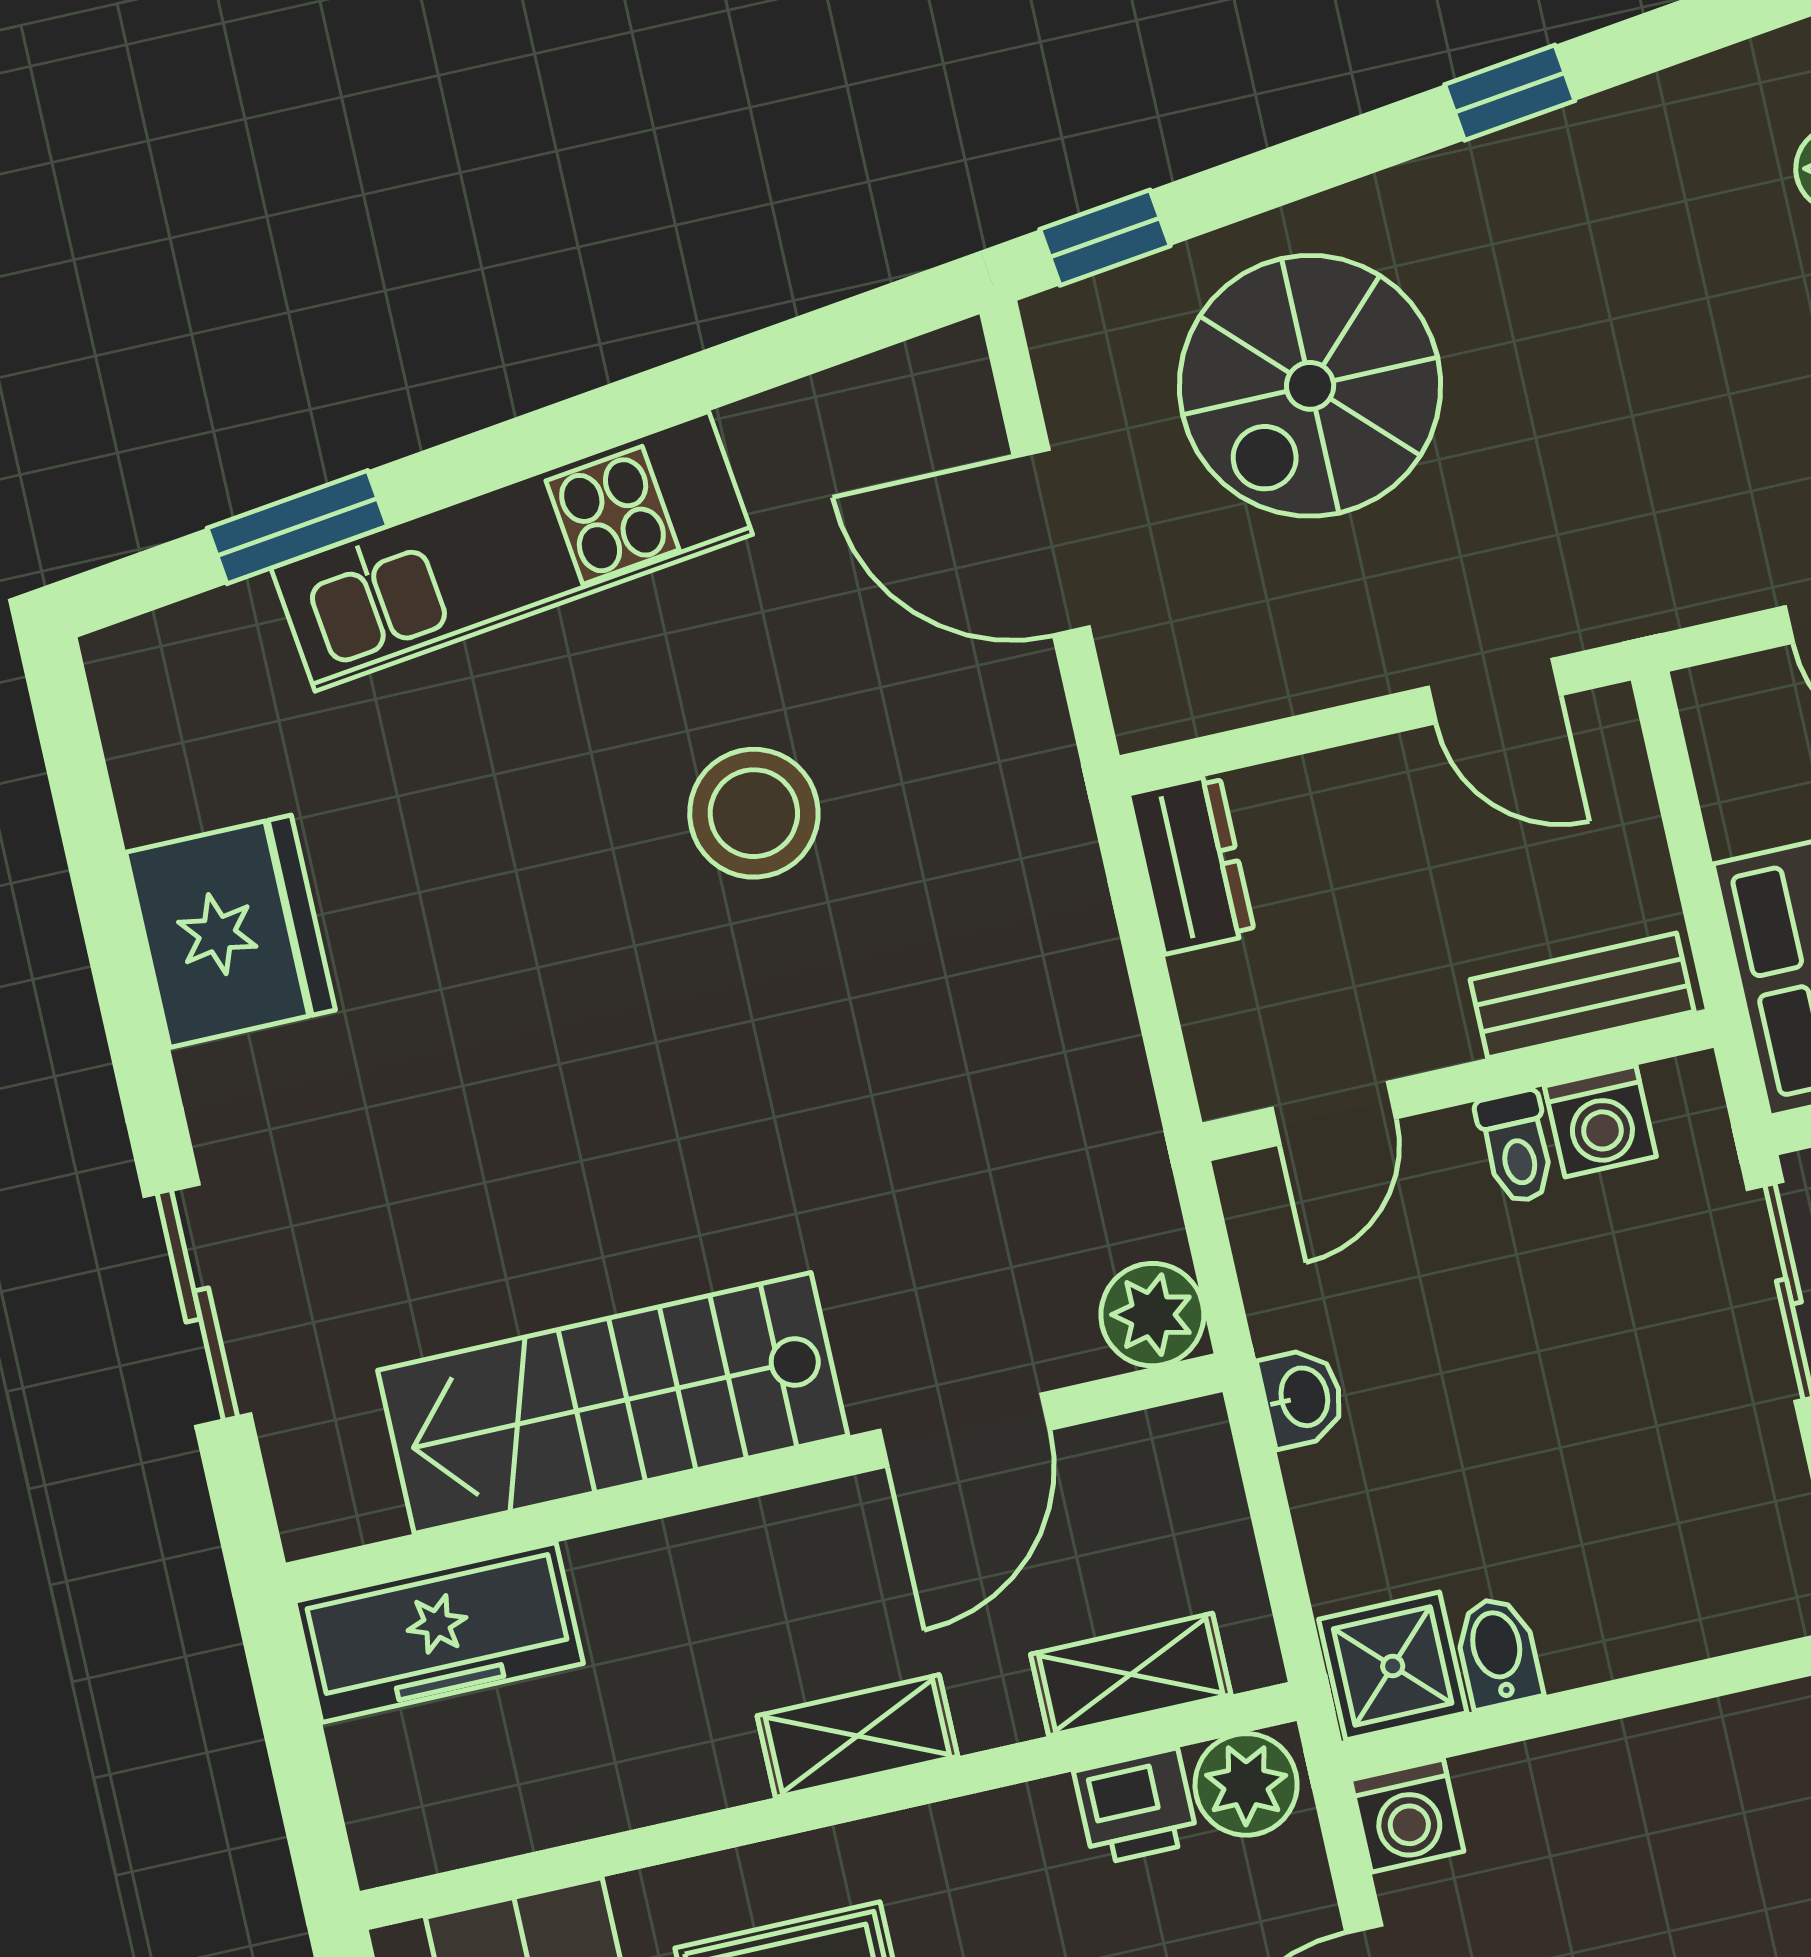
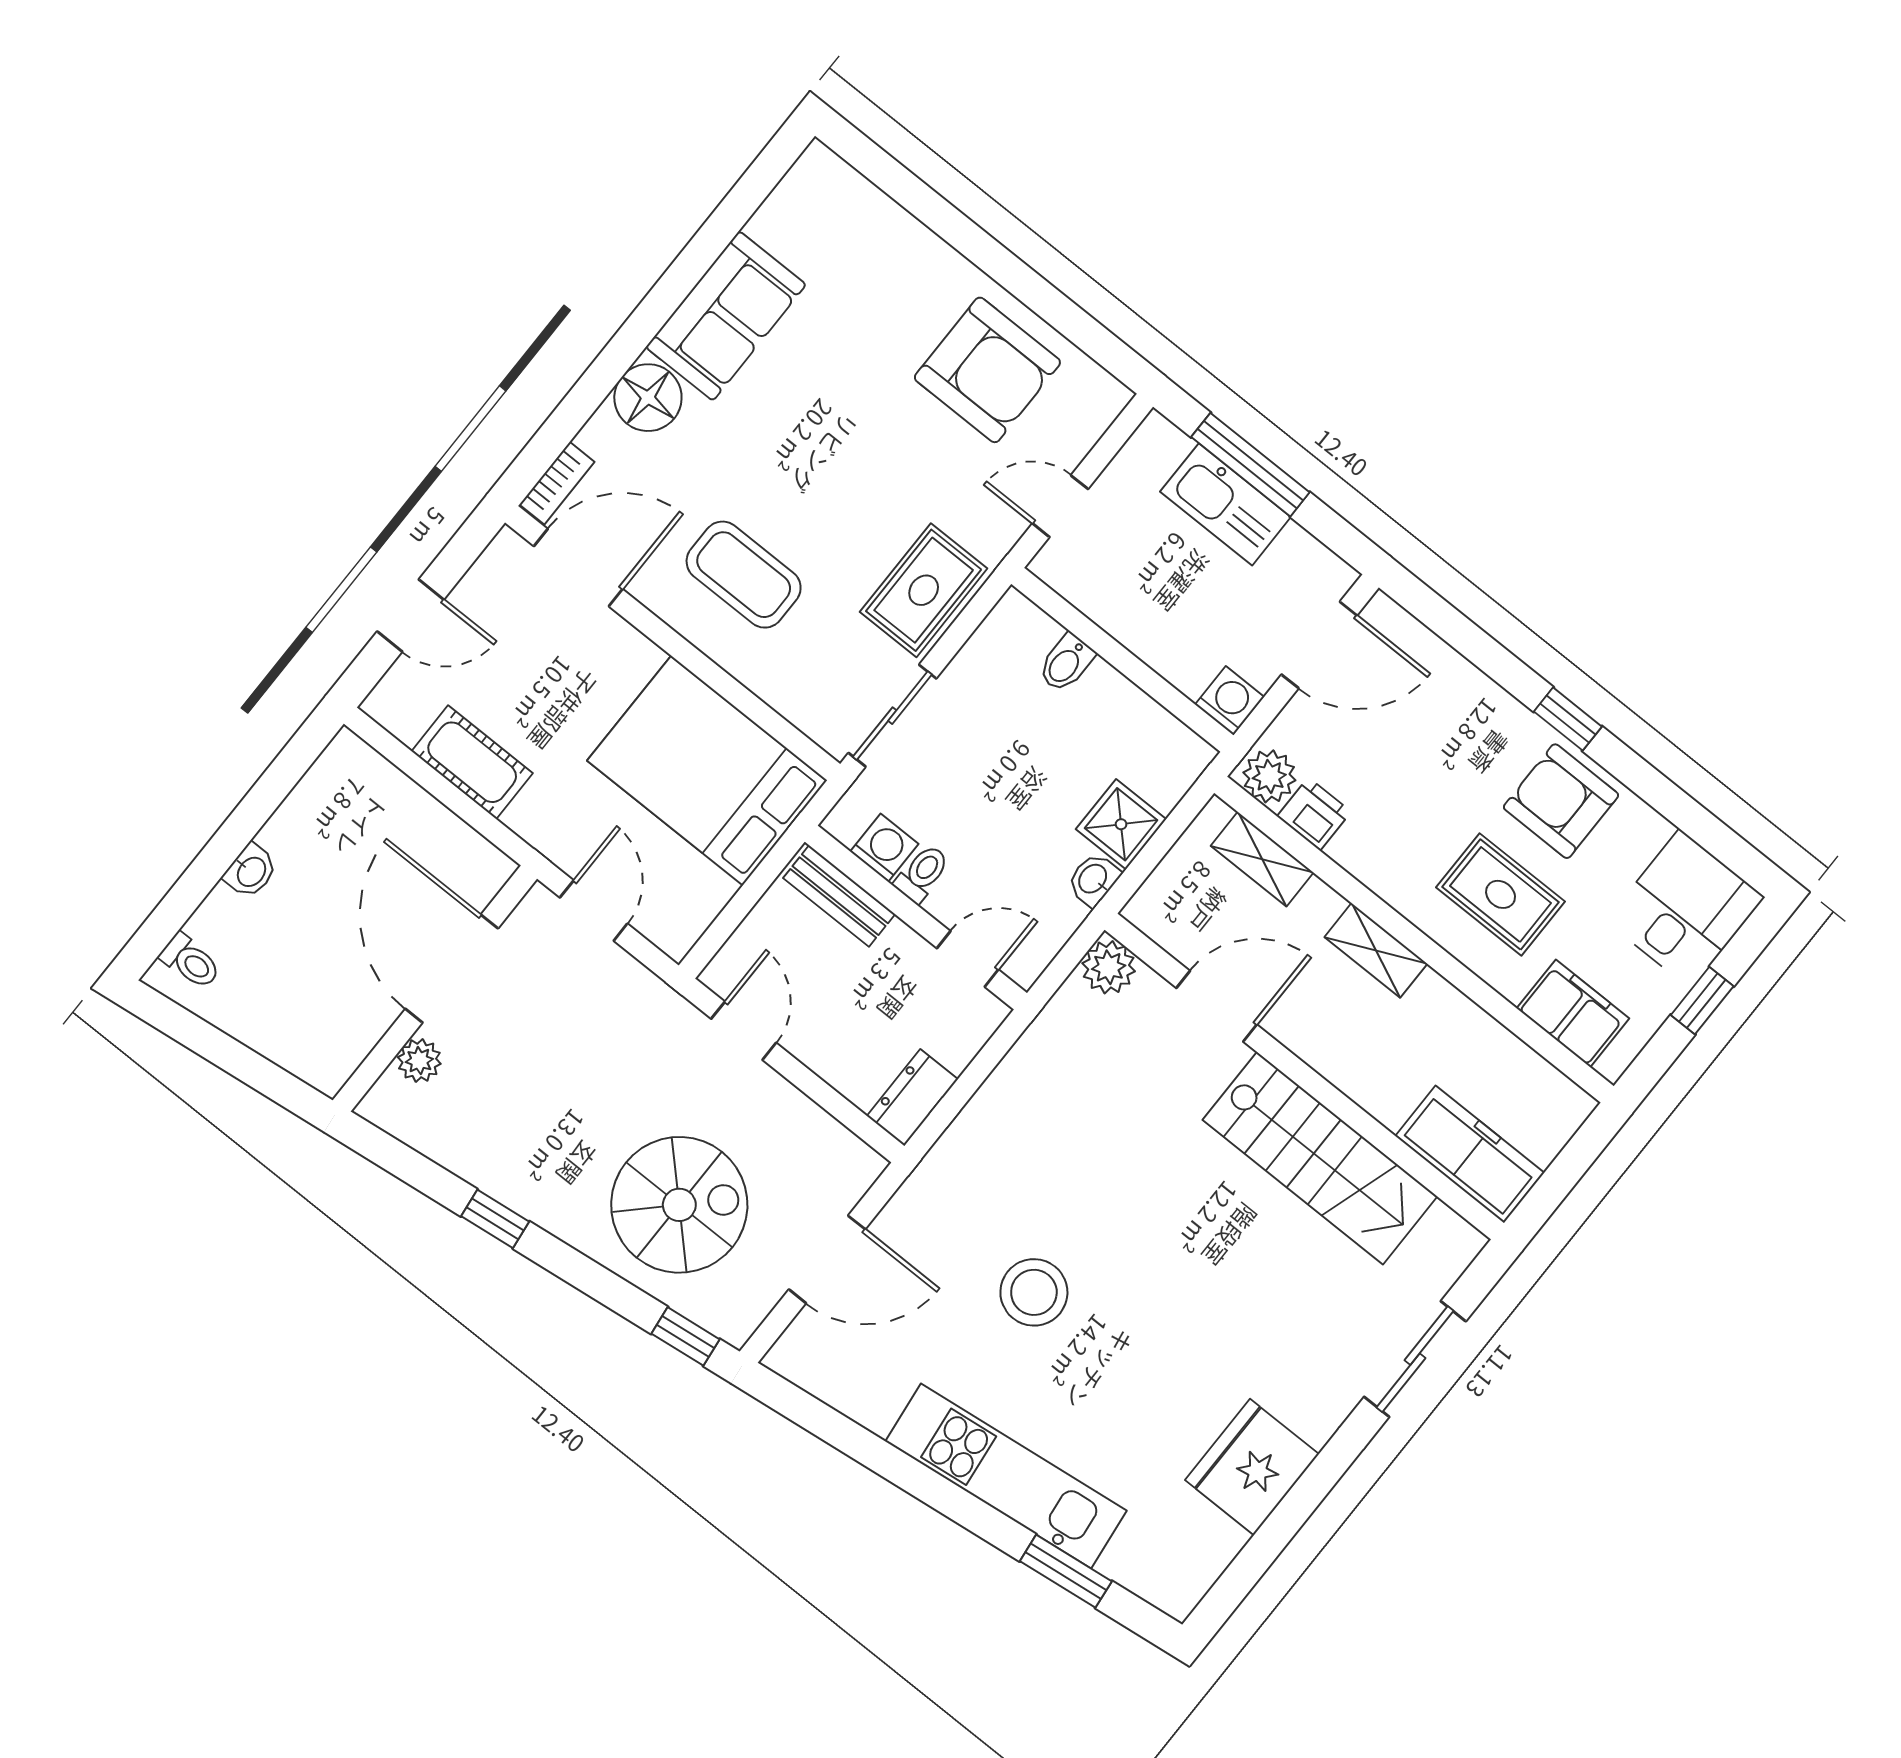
door: (1051, 542) -> (827, 1259), hinge flipped
bidet: (1498, 1652) -> (1066, 663), moved
shower: (1393, 1666) -> (1121, 824), moved

